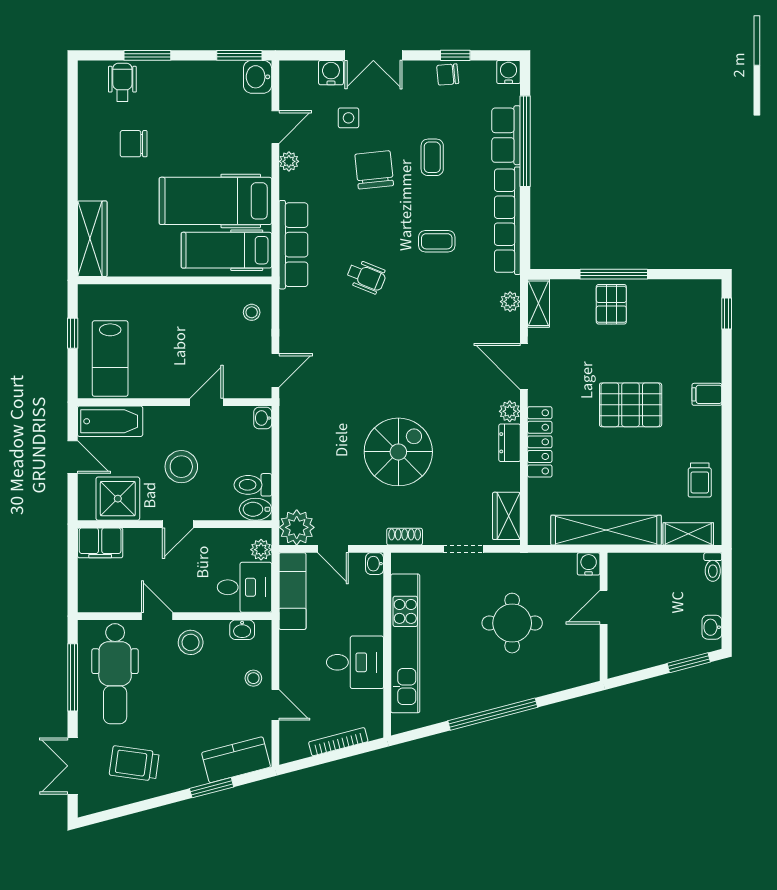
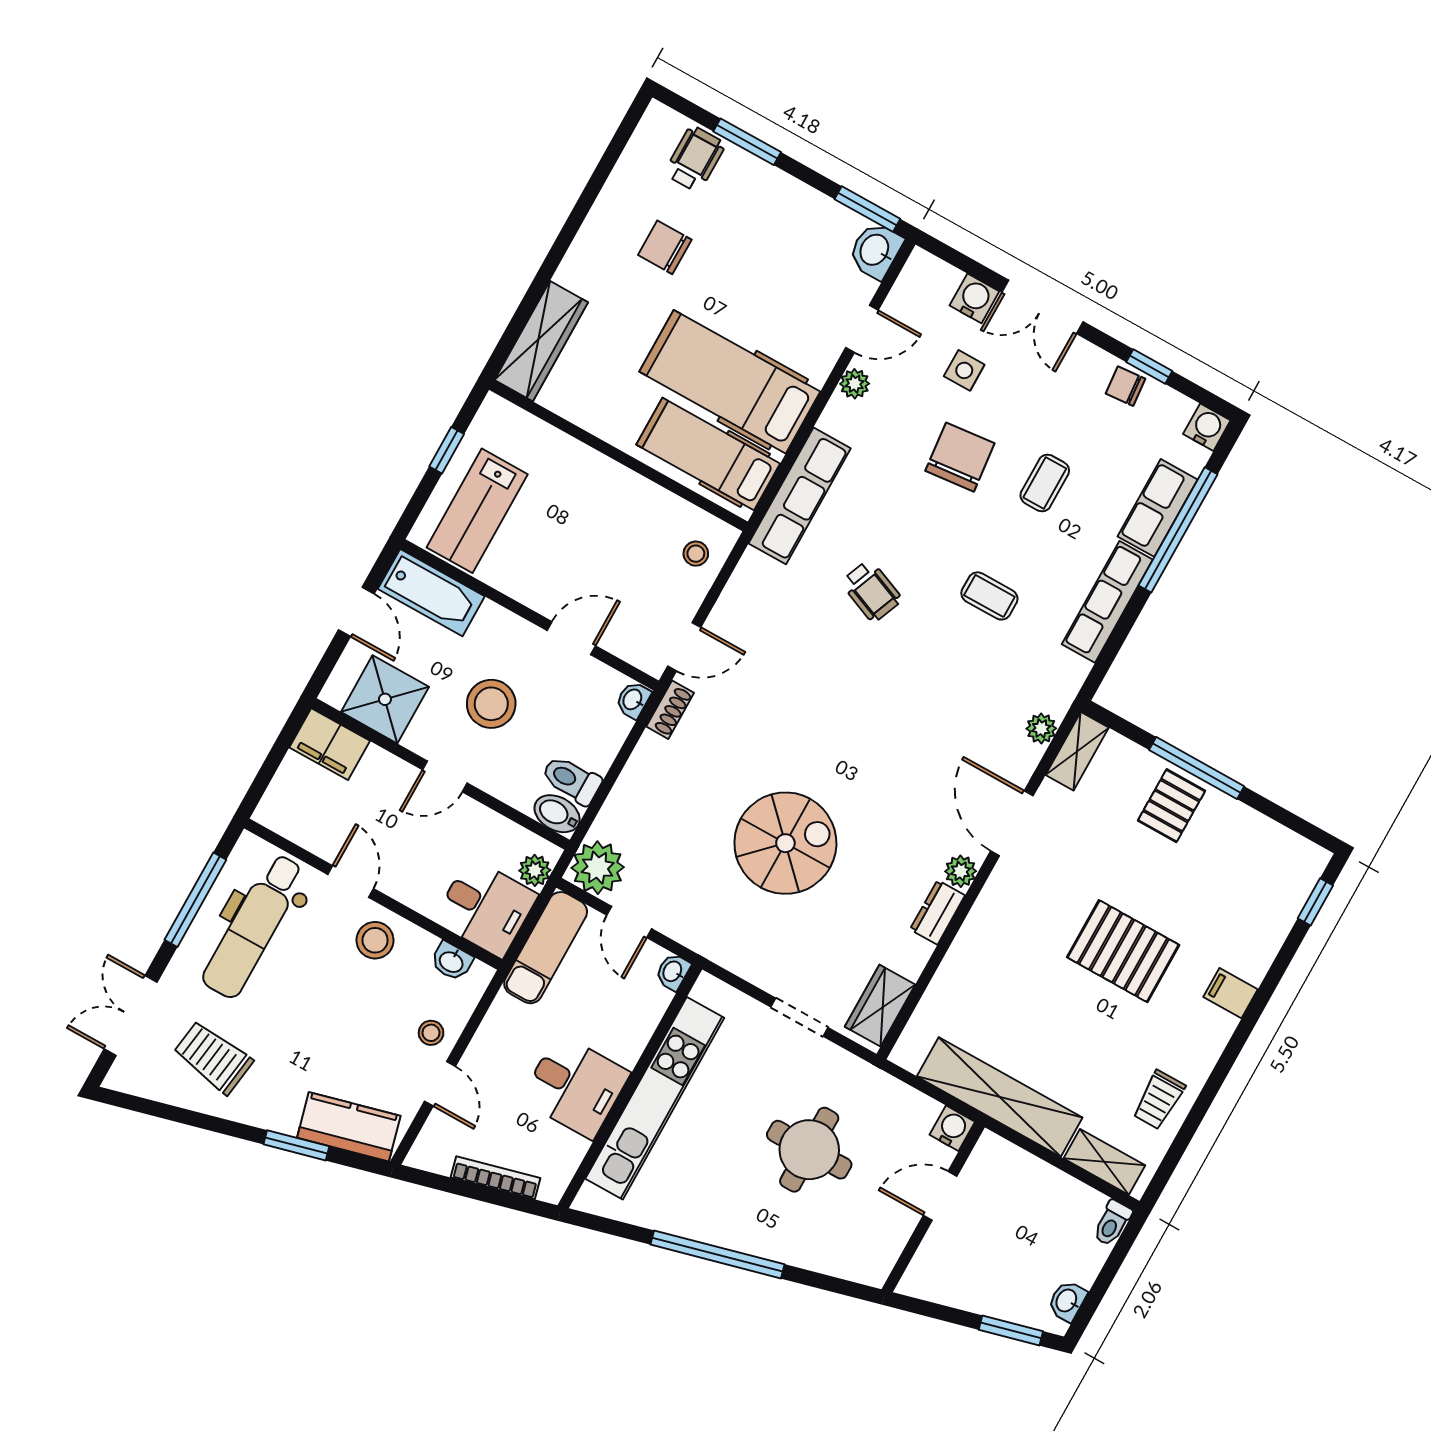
row of seats: (507, 221) -> (1107, 602), width x0.73
locker: (540, 442) -> (978, 933), removed
shoe rack: (405, 537) -> (670, 710), moved, turned 90

